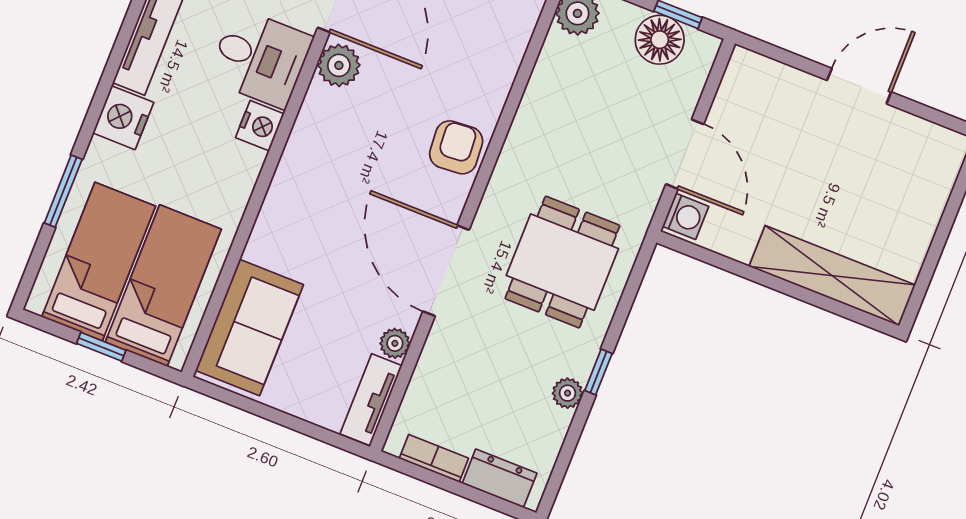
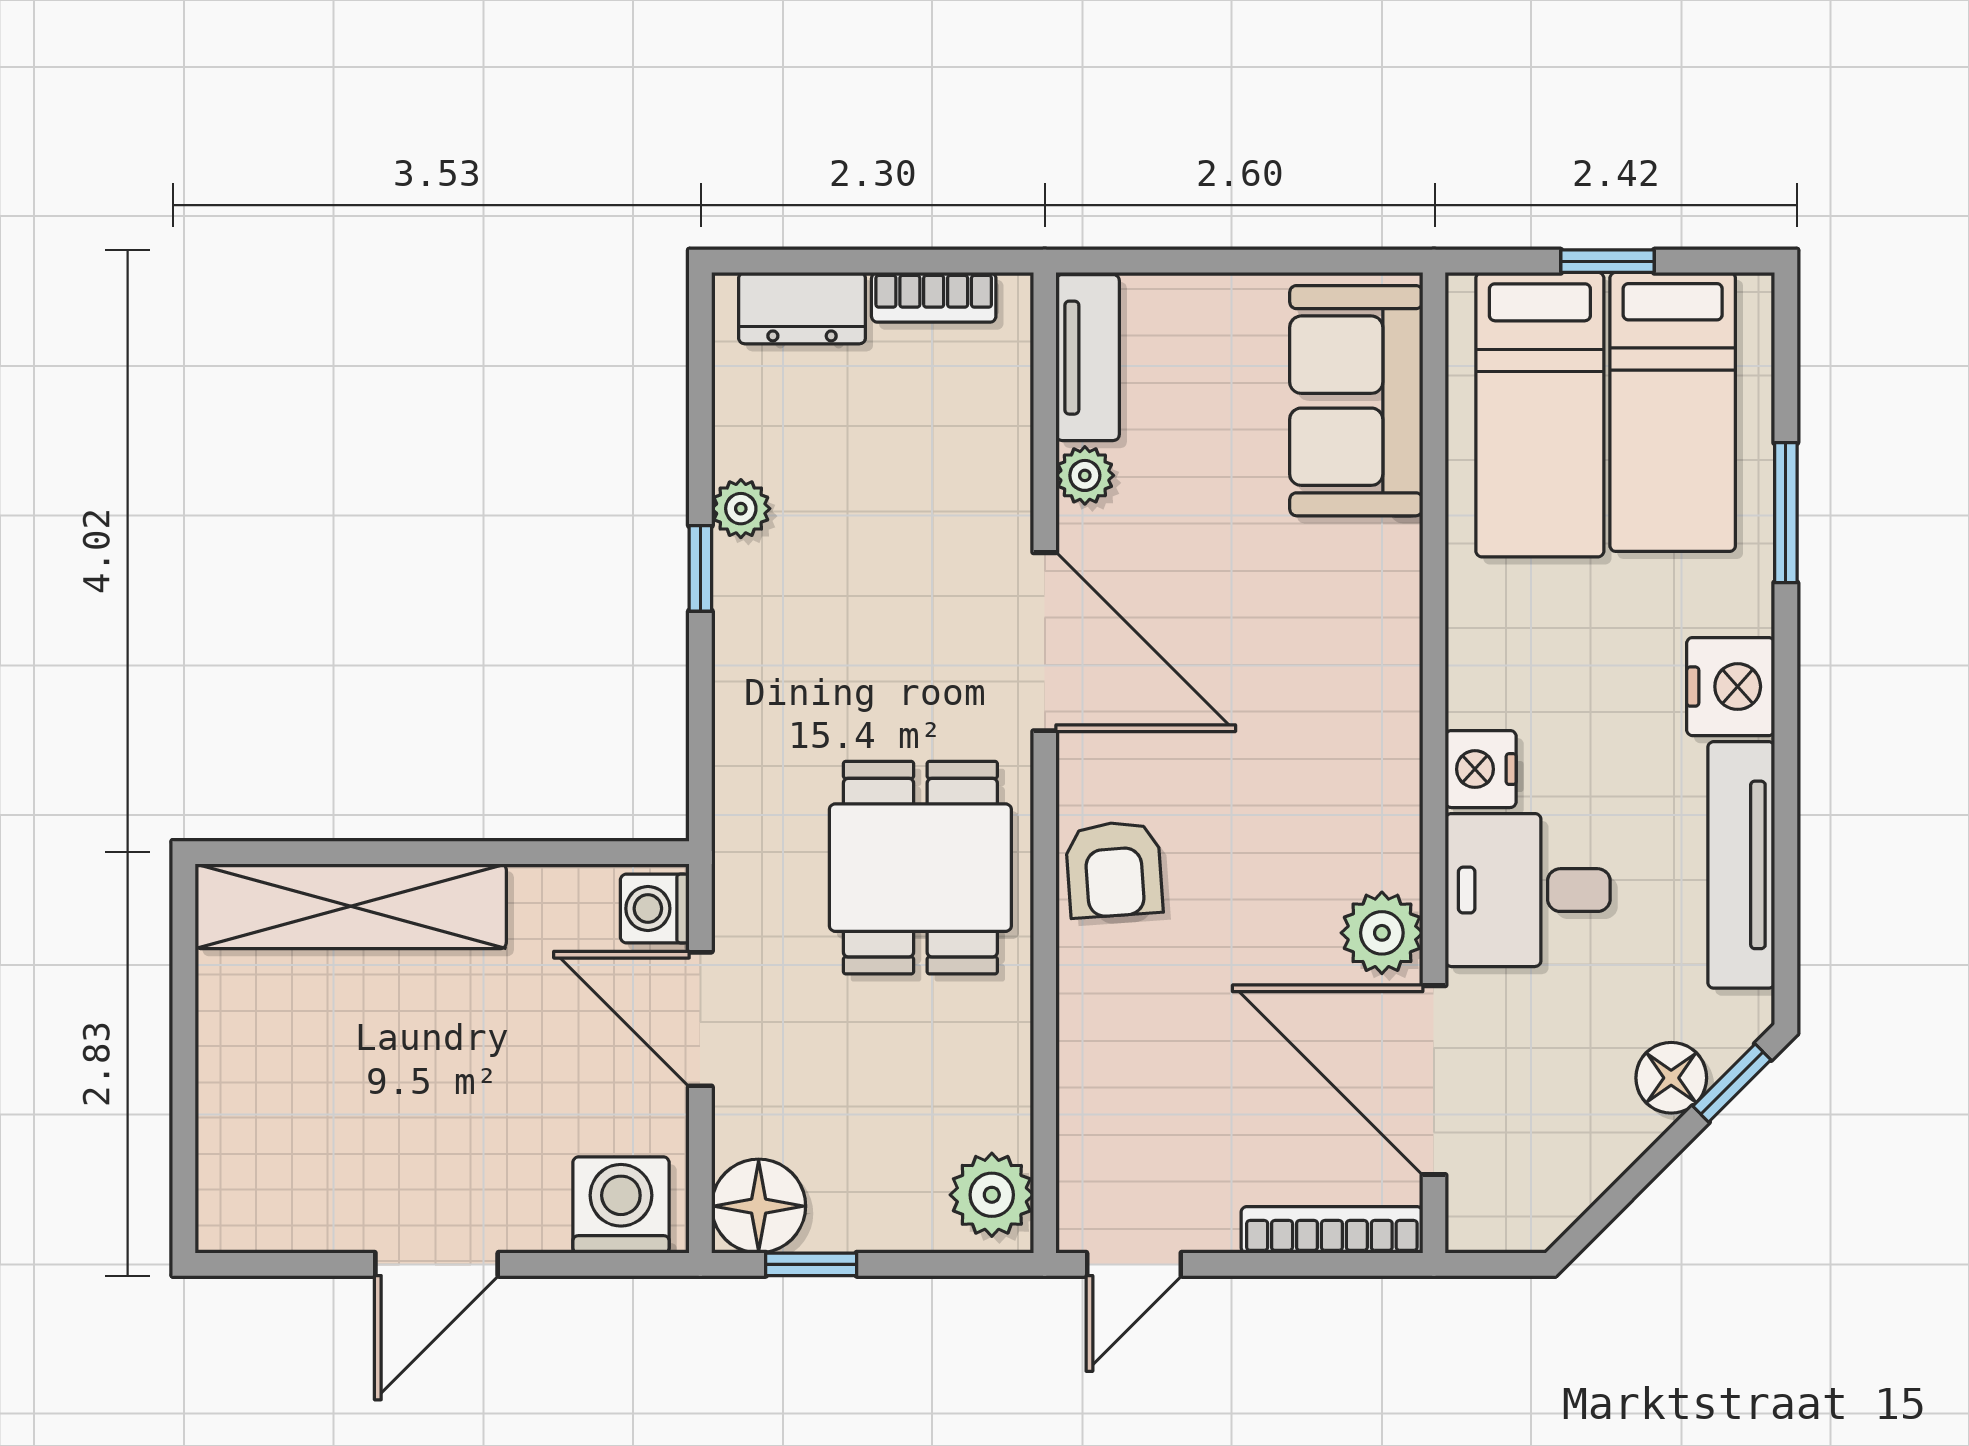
floor lamp: (660, 40) -> (759, 1206), moved
washing machine: (759, 80) -> (621, 1205), added
dining table: (562, 262) -> (920, 868), moved

